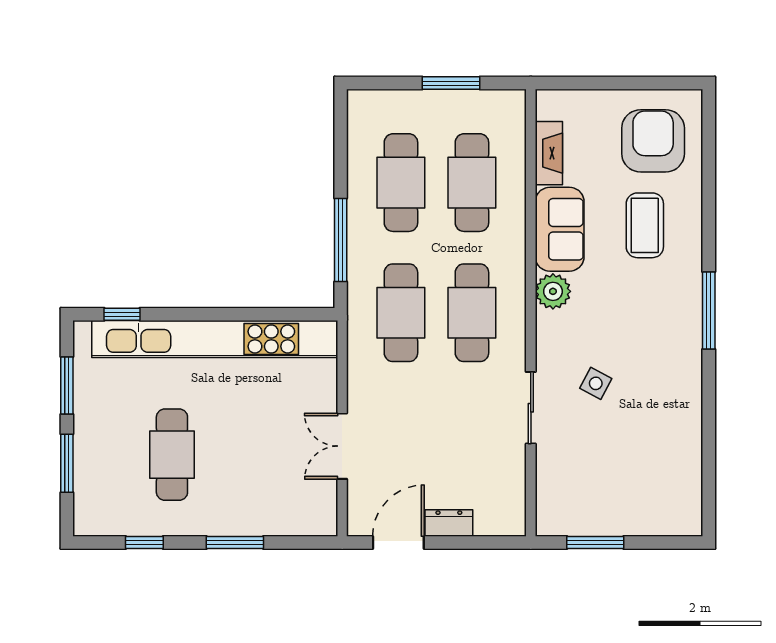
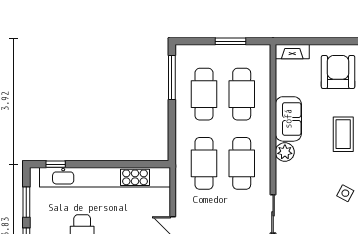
fireplace: (549, 153) -> (292, 52), moved, turned 90
coffee table: (645, 225) -> (343, 134), moved
window: (341, 240) -> (172, 77), moved
side table: (596, 383) -> (345, 193), moved

